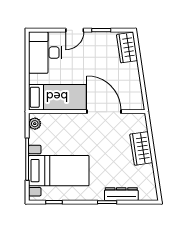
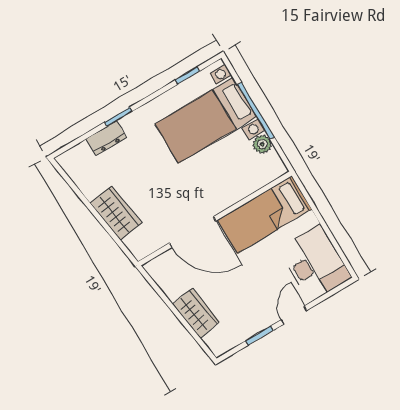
wardrobe: (127, 48) -> (196, 313), moved
plant: (35, 124) -> (262, 144), moved
dresser: (121, 194) -> (106, 138), width x0.70

